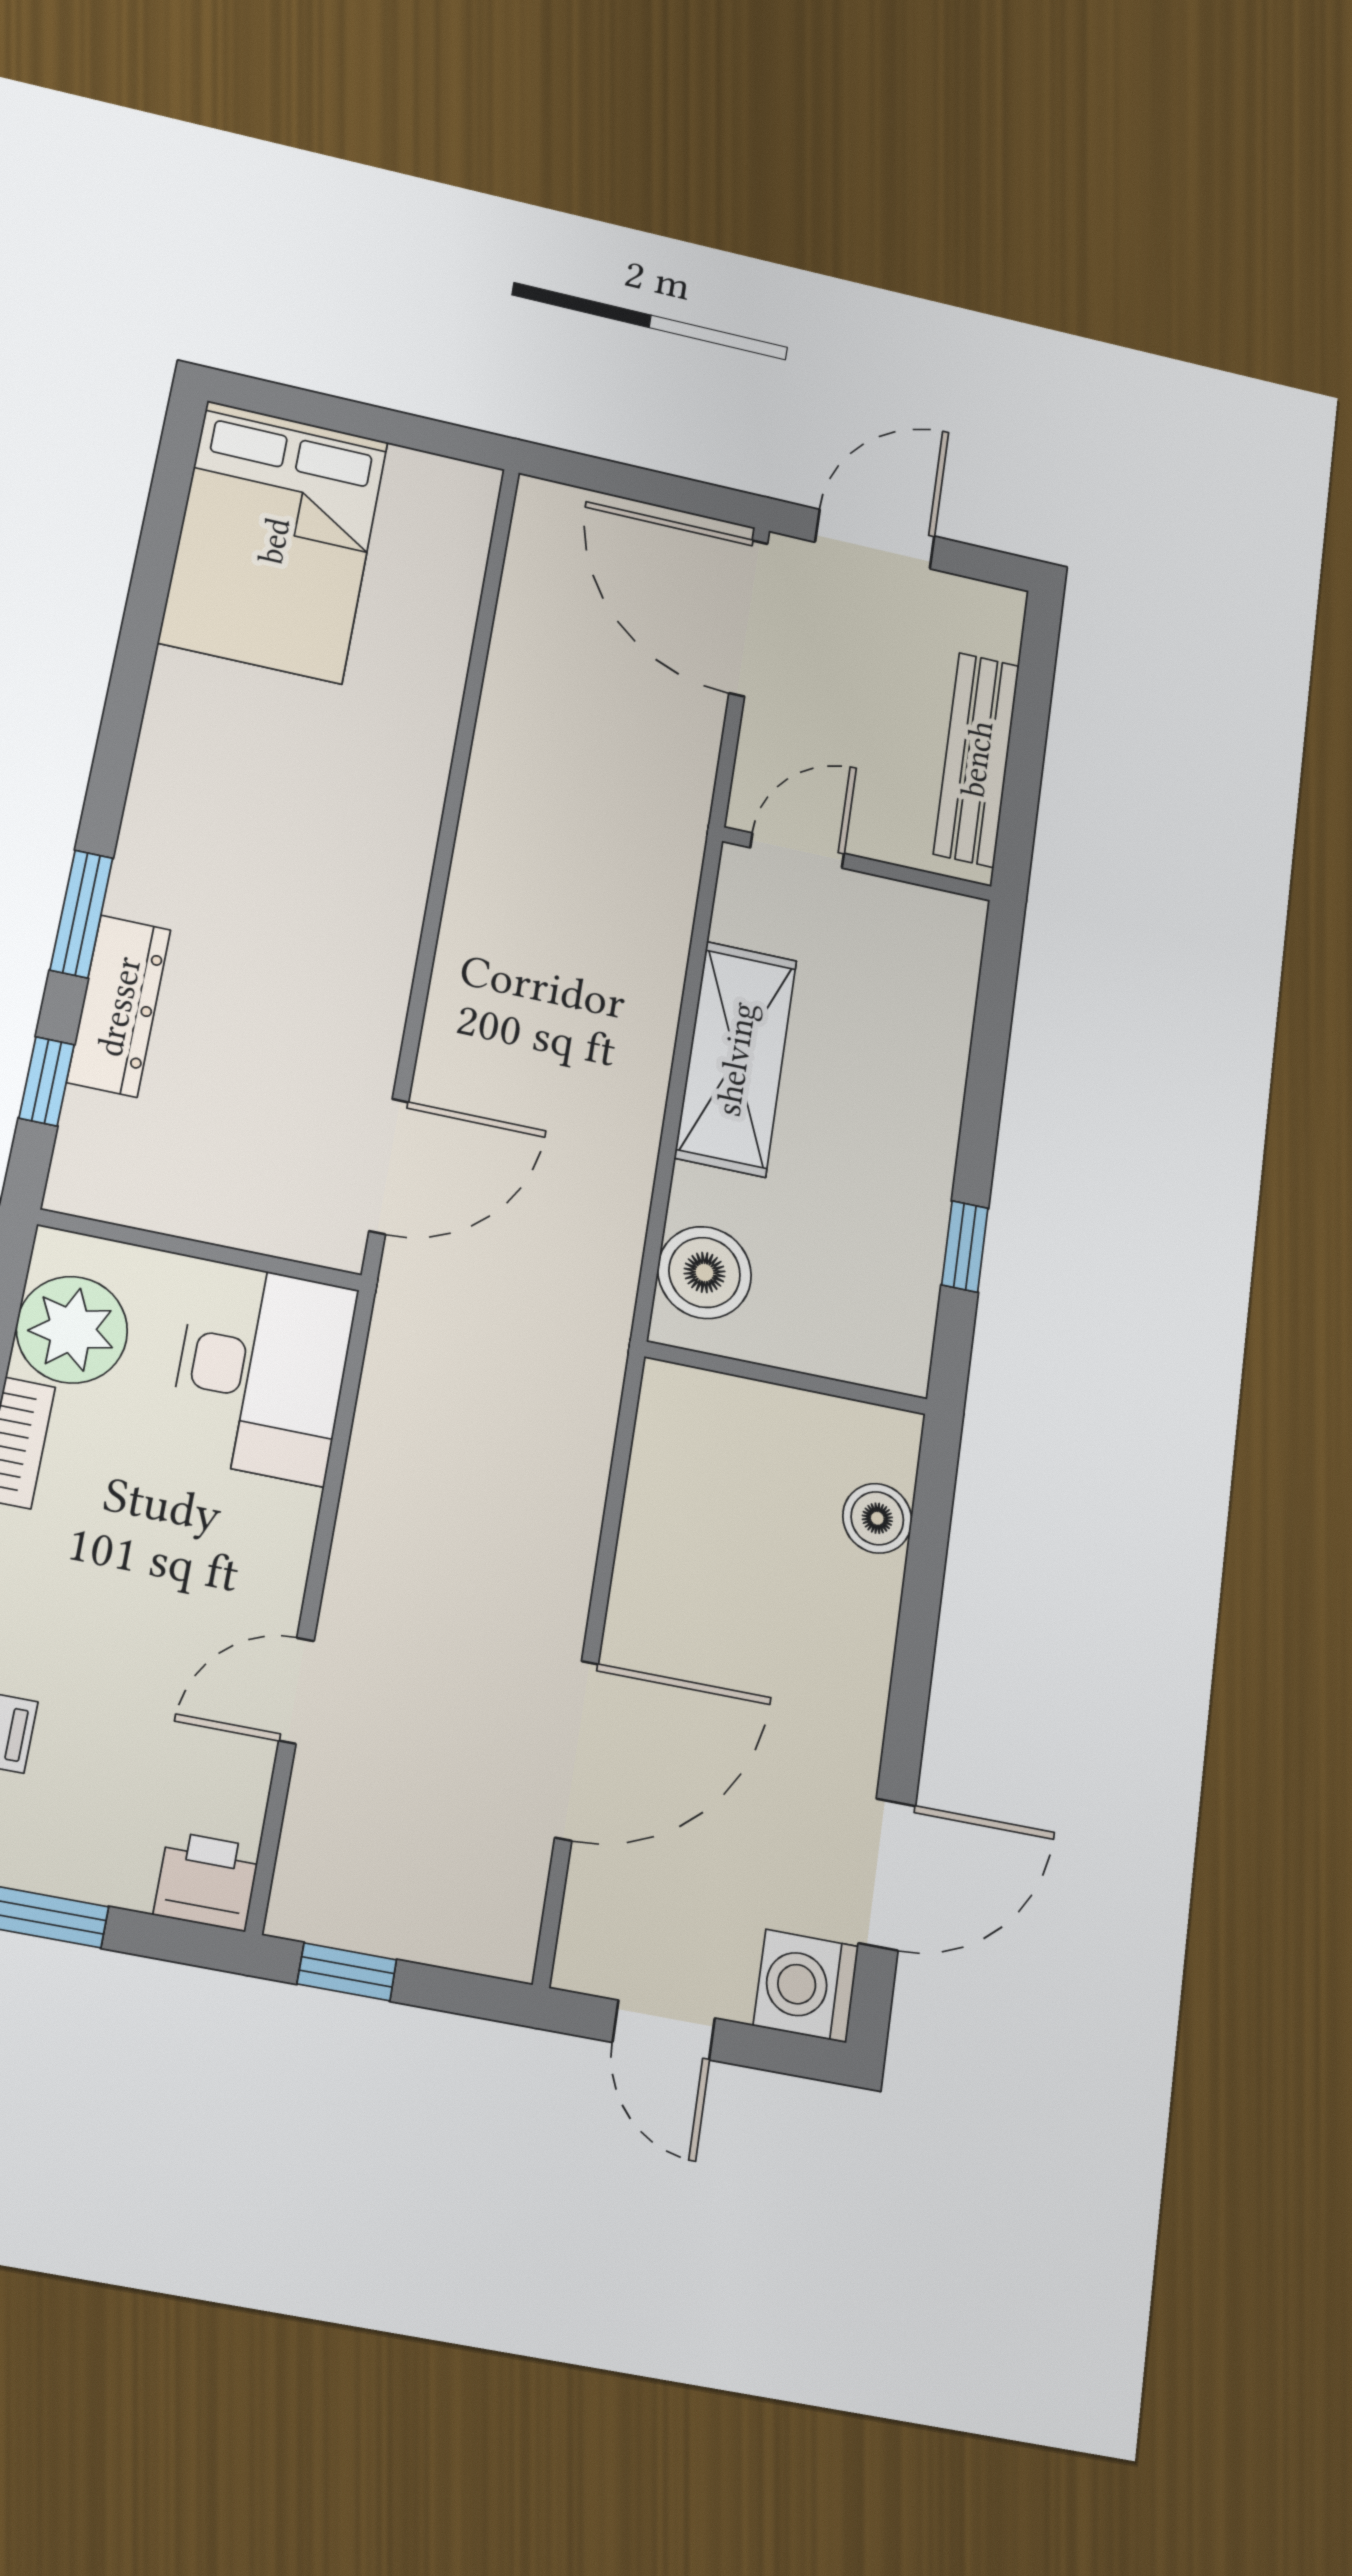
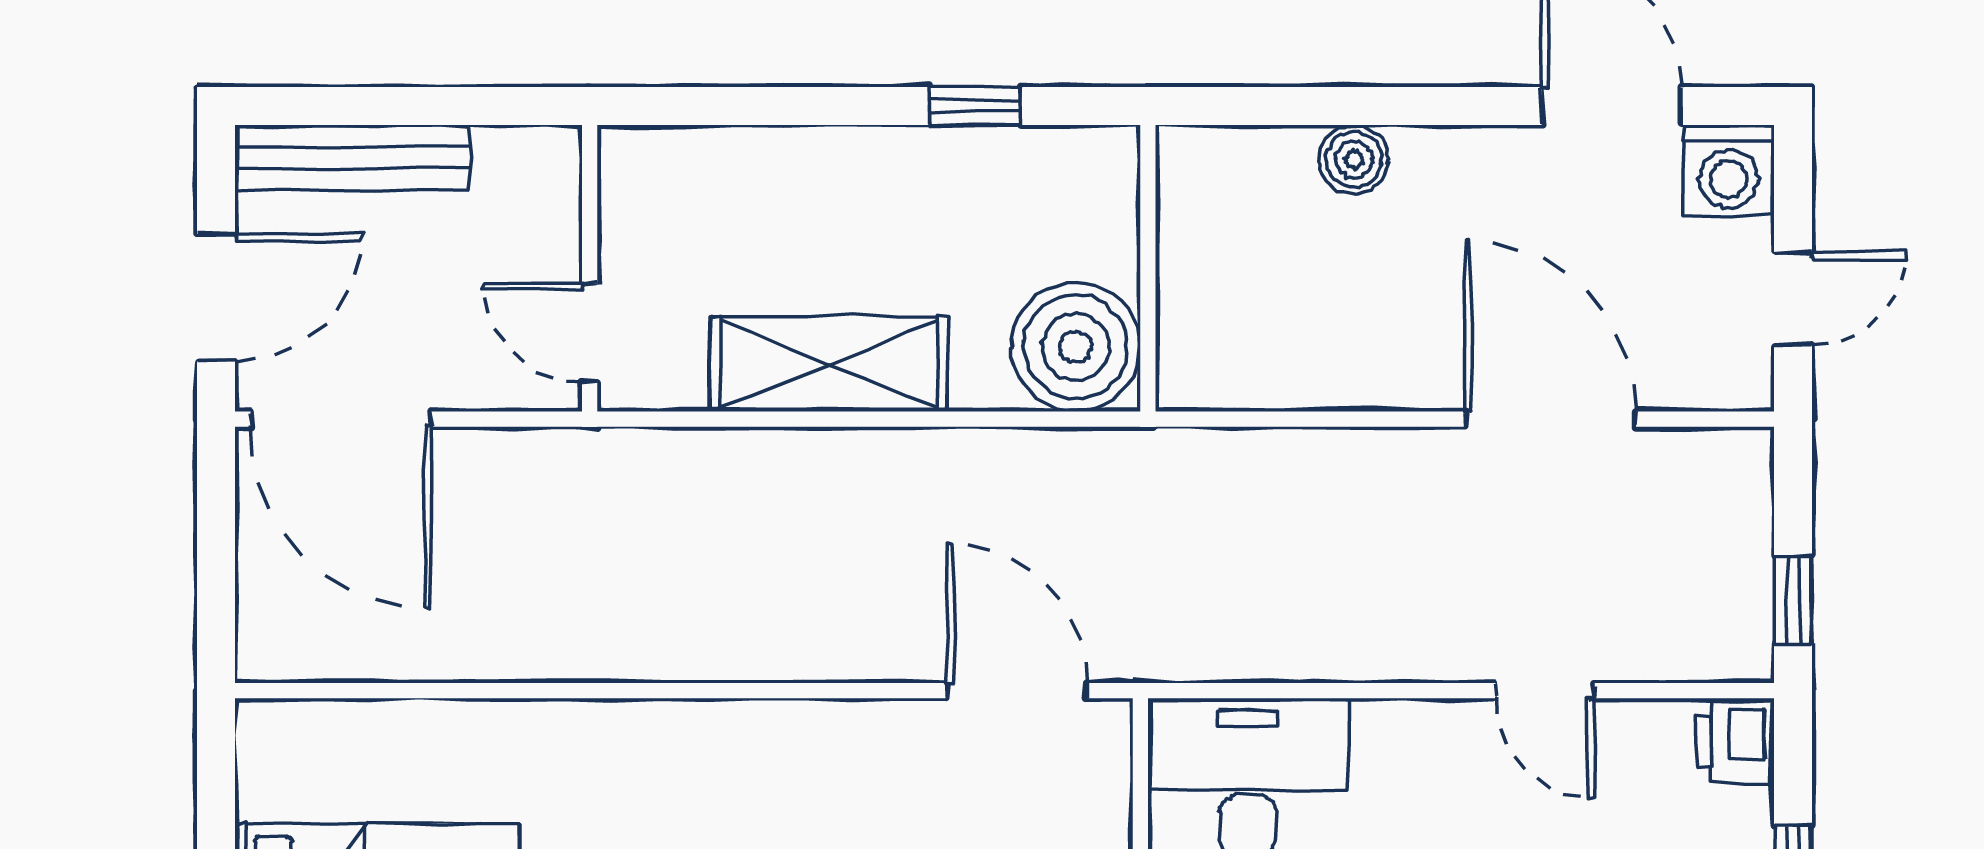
door: (875, 539) -> (216, 298), swing flipped
door: (748, 618) -> (341, 419), hinge flipped
bench: (977, 759) -> (352, 158), moved
boiler: (705, 1273) -> (1075, 347), width x1.37, depth x1.37
boiler: (877, 1518) -> (1354, 160), moved

